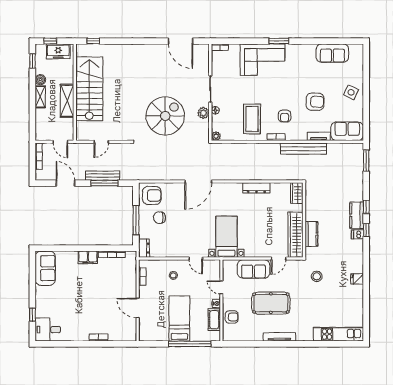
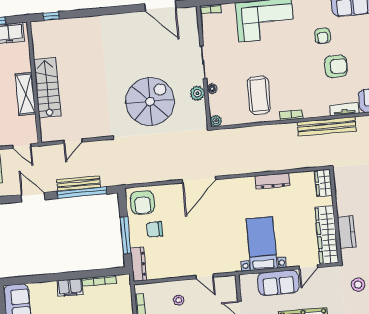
stairs: (89, 89) -> (47, 88), width x0.73, depth x0.66
armchair: (285, 116) -> (323, 36), moved
window: (104, 183) -> (82, 193), width x1.46
armchair: (152, 195) -> (142, 203), turned 90
bed with nightstands: (226, 237) -> (262, 244), moved
dresser: (144, 248) -> (138, 264), width x1.44

